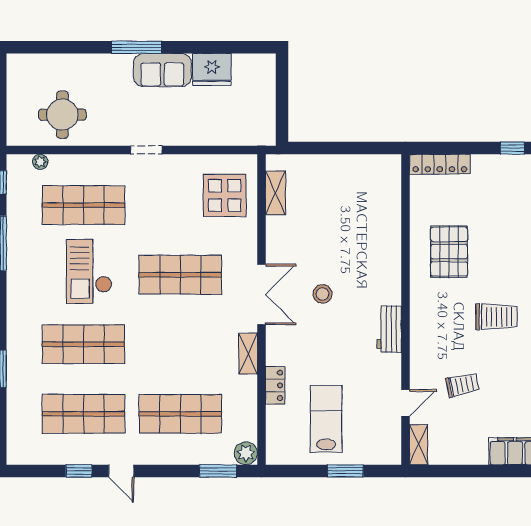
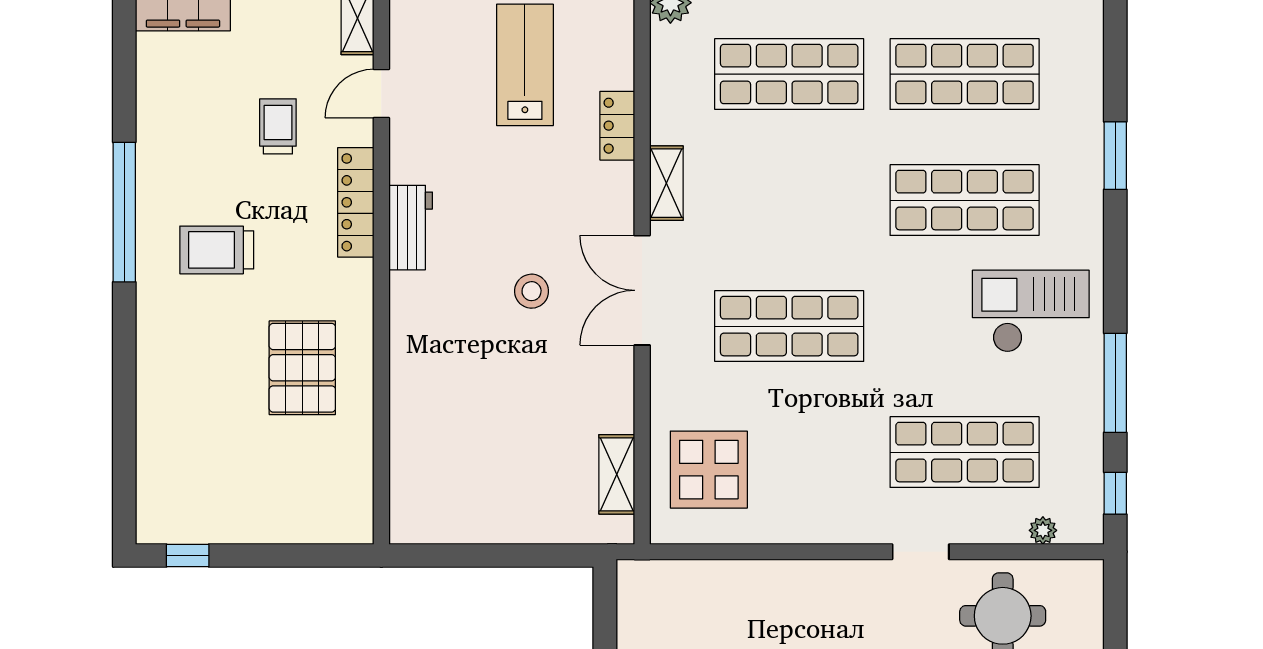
doorway: (146, 150) -> (921, 552), moved
locker: (440, 164) -> (356, 202), moved, turned -90
checkout: (89, 271) -> (1031, 311), moved, turned -90
trolley: (463, 385) -> (278, 126), turned 102
lab bench: (326, 419) -> (525, 65), turned 180

